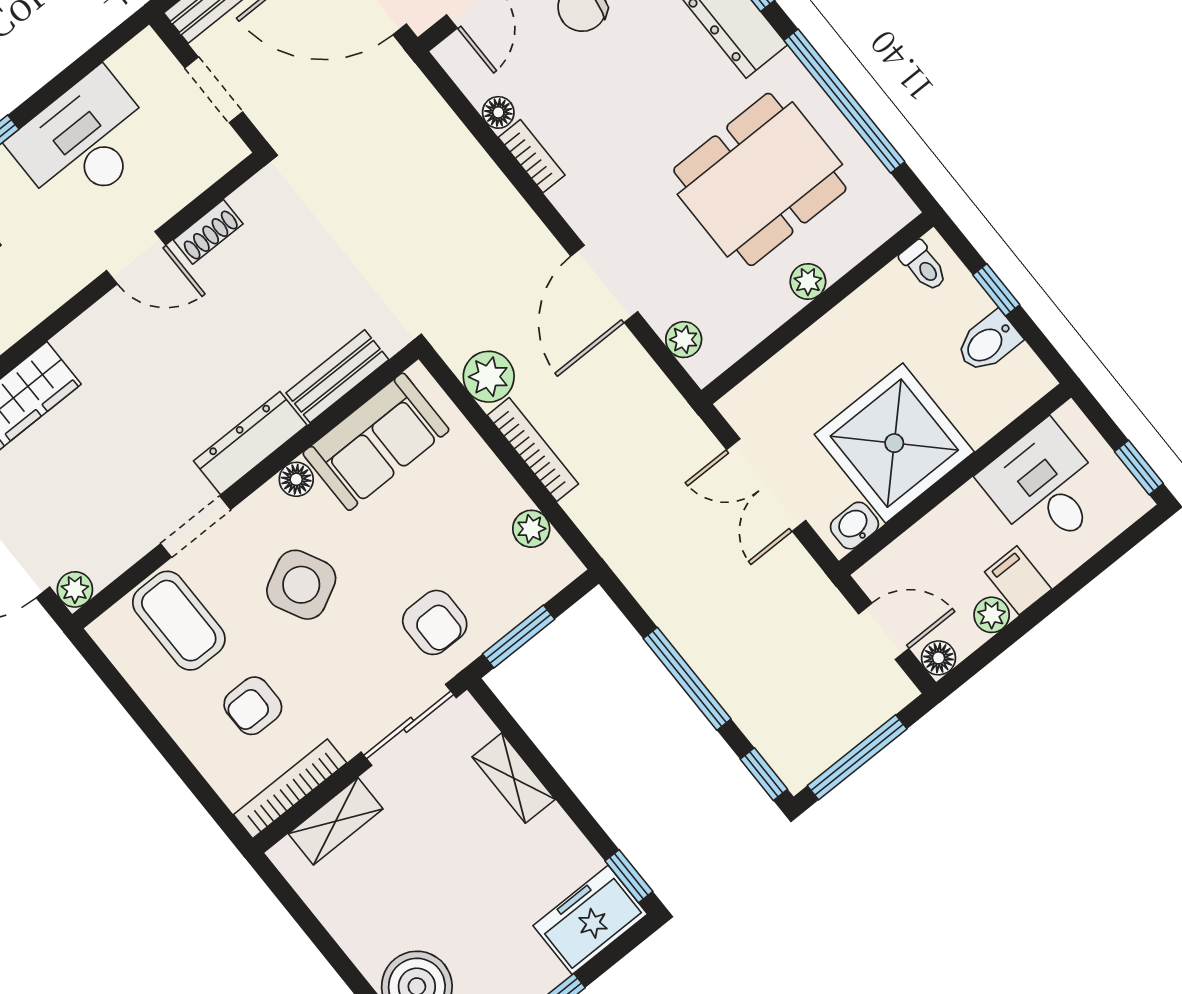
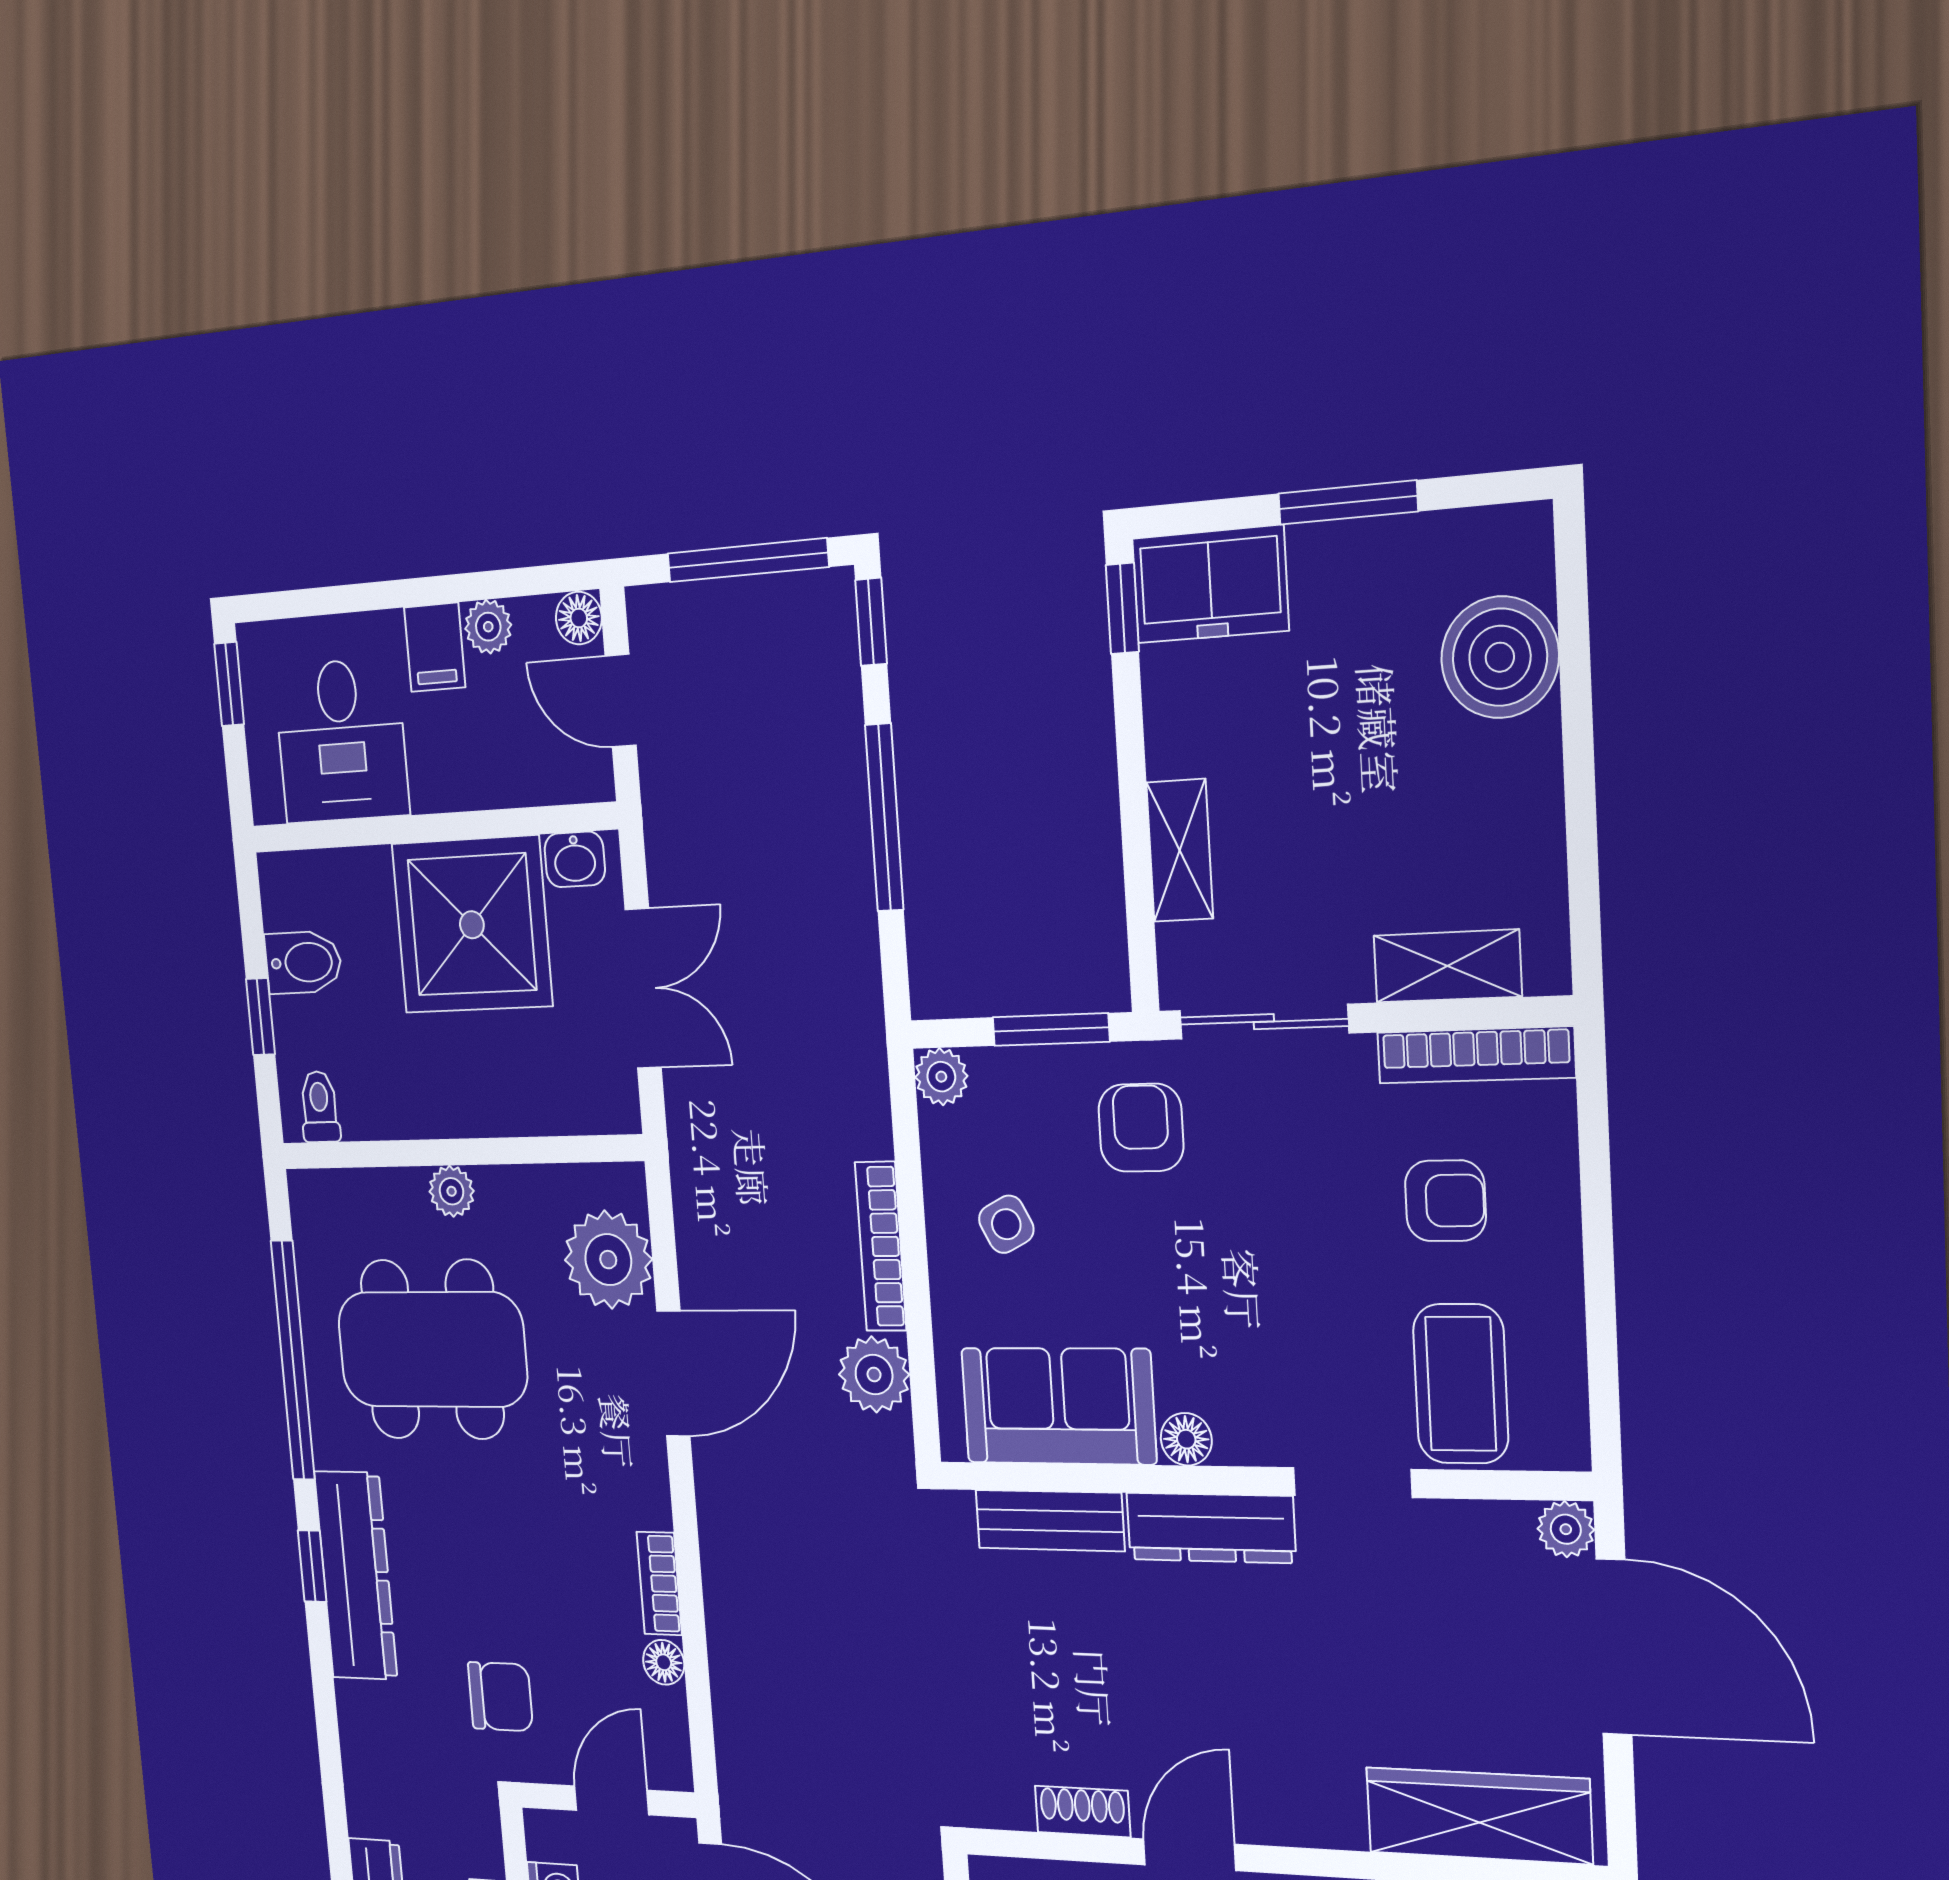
door: (136, 258) -> (1189, 1855), hinge flipped
plant: (684, 340) -> (608, 1260), width x1.88, depth x1.88
plant: (531, 529) -> (941, 1077), moved
side table: (301, 585) -> (1006, 1224), moved, width x0.54, depth x0.54

